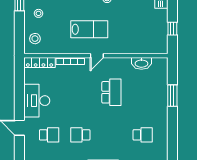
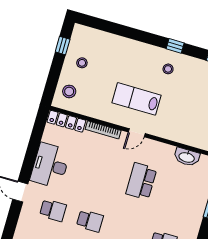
lab bench: (89, 29) -> (136, 99), turned 180
school desk: (111, 92) -> (141, 181), turned 180
school desk: (80, 135) -> (90, 221), turned 180

